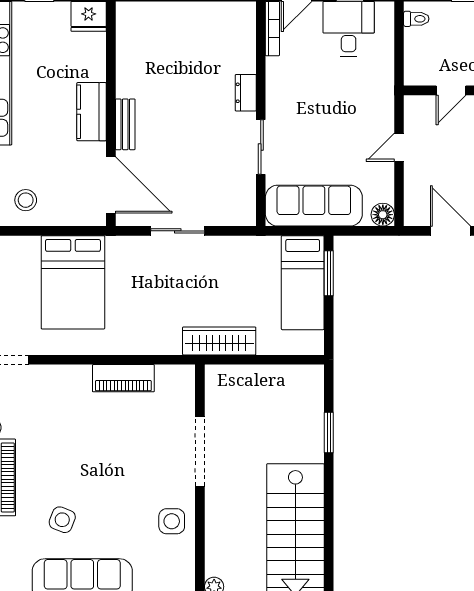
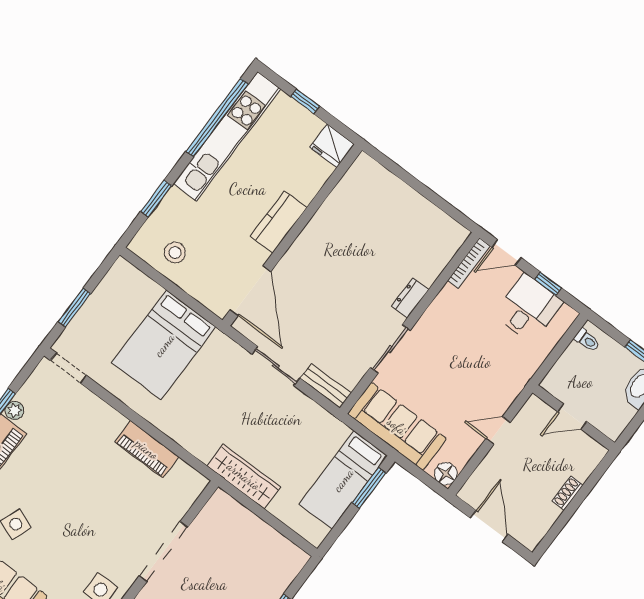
bench: (125, 124) -> (326, 386), moved, turned 90

